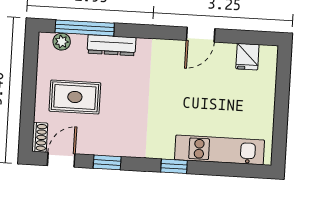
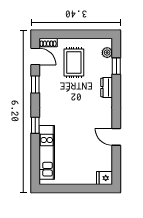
window: (85, 28) -> (116, 66), width x0.46
dresser: (112, 45) -> (107, 87), width x0.70
fridge: (247, 57) -> (104, 178), moved

